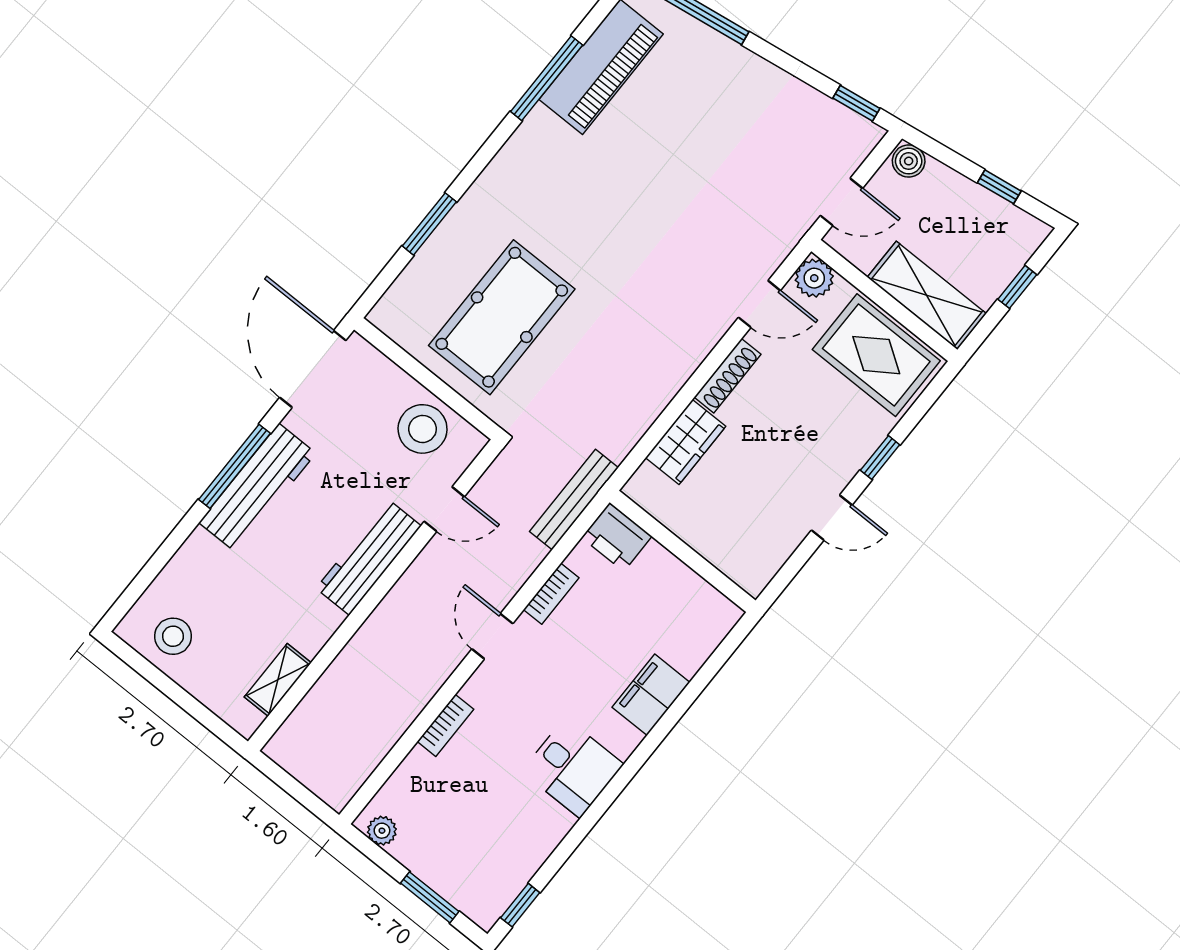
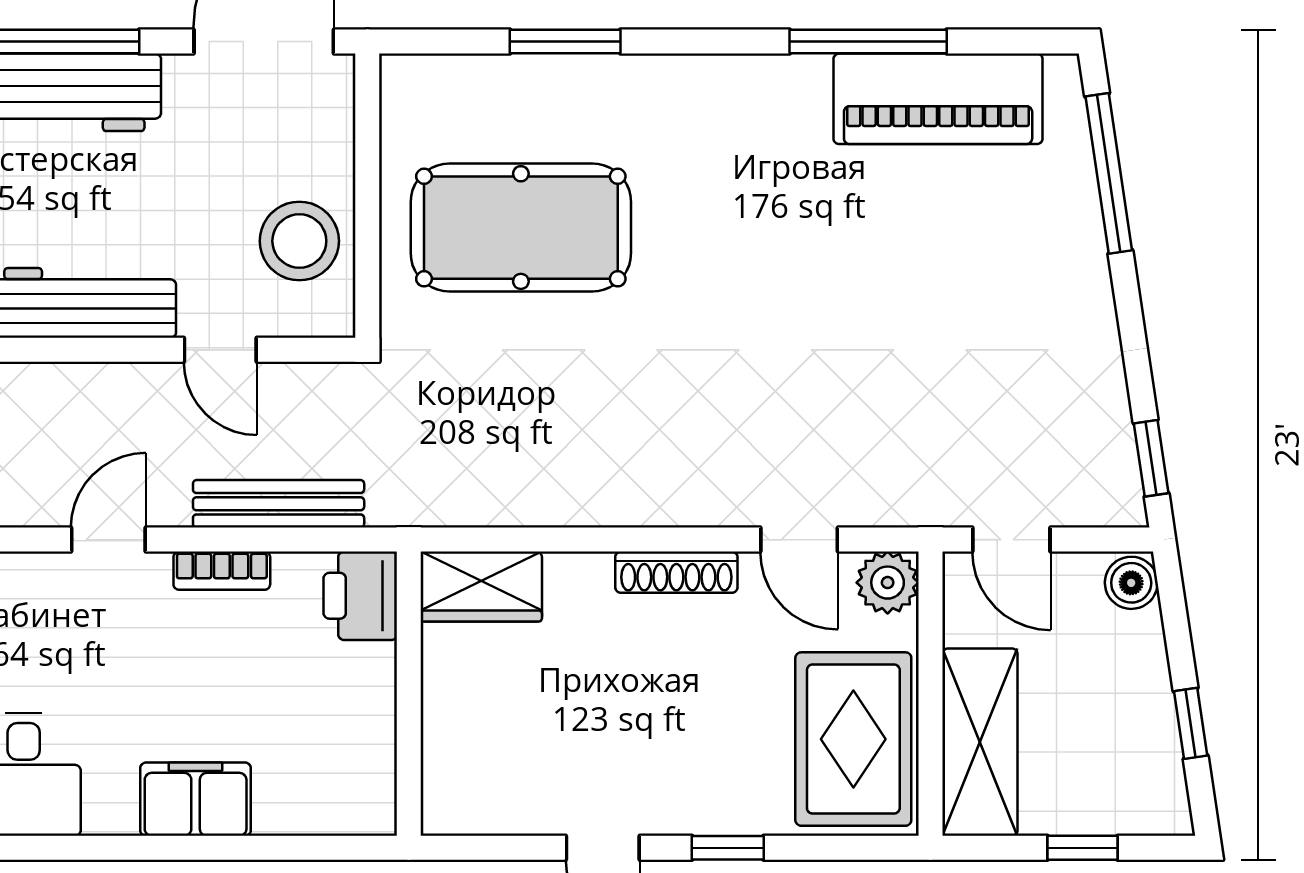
wardrobe: (686, 442) -> (481, 587), moved
bench: (574, 500) -> (279, 504), moved

